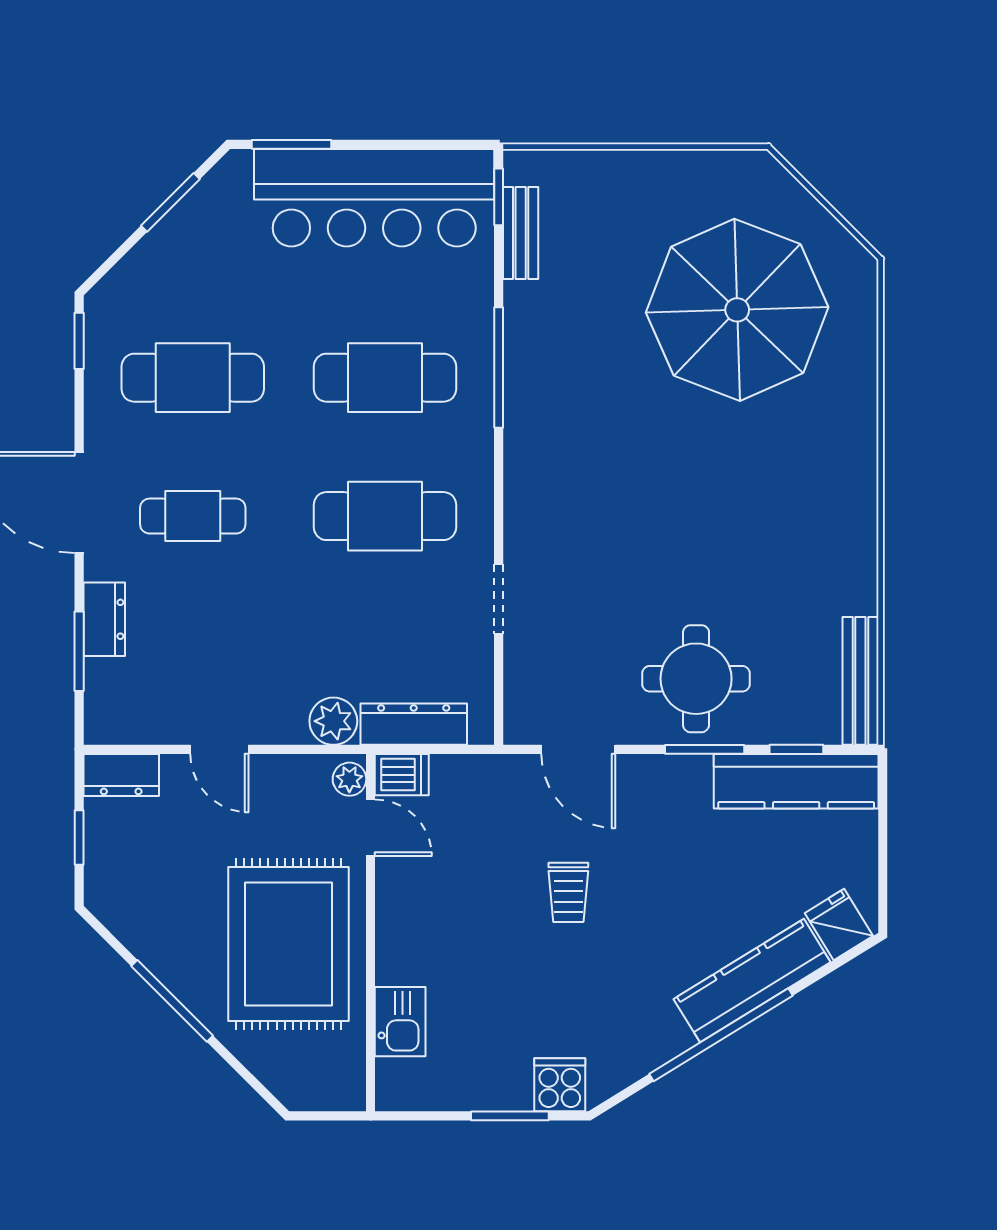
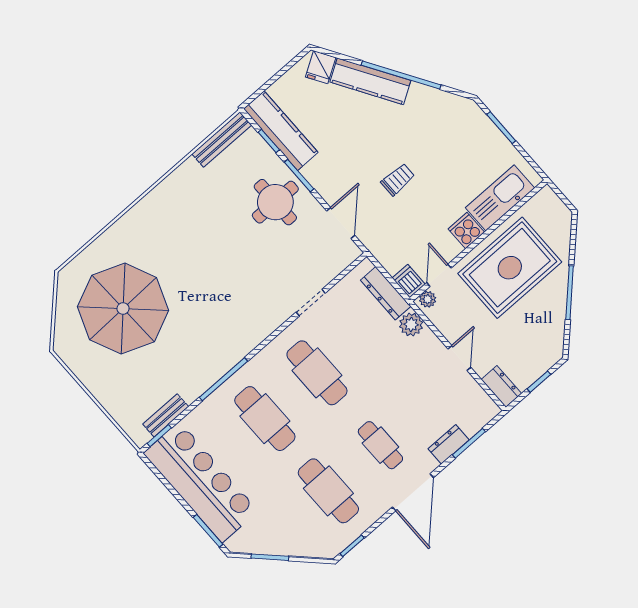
kitchen sink: (400, 1022) -> (500, 198), width x1.88, depth x1.24
cooker: (560, 1085) -> (466, 231), moved, turned 90

